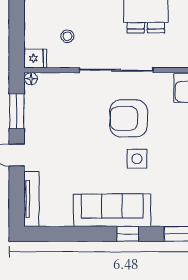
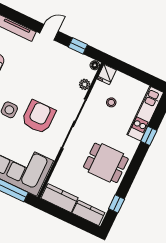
plant: (61, 80) -> (85, 84), added
window: (17, 111) -> (78, 46), width x0.67

